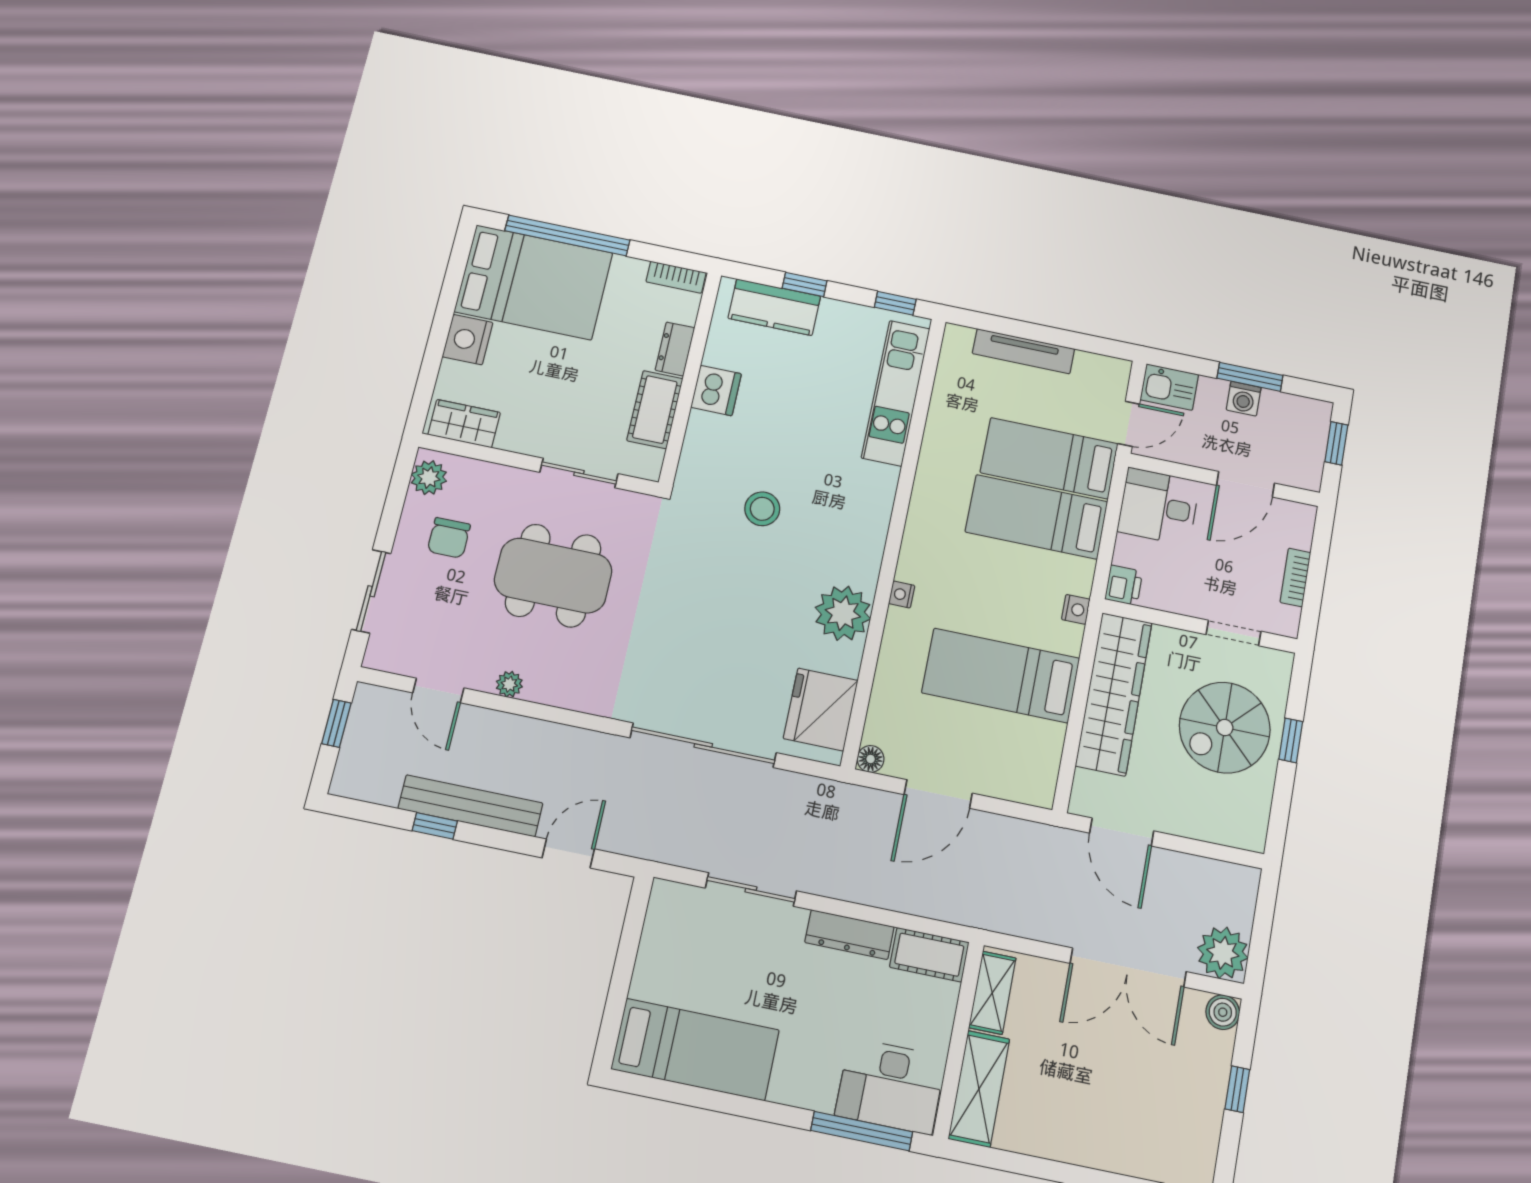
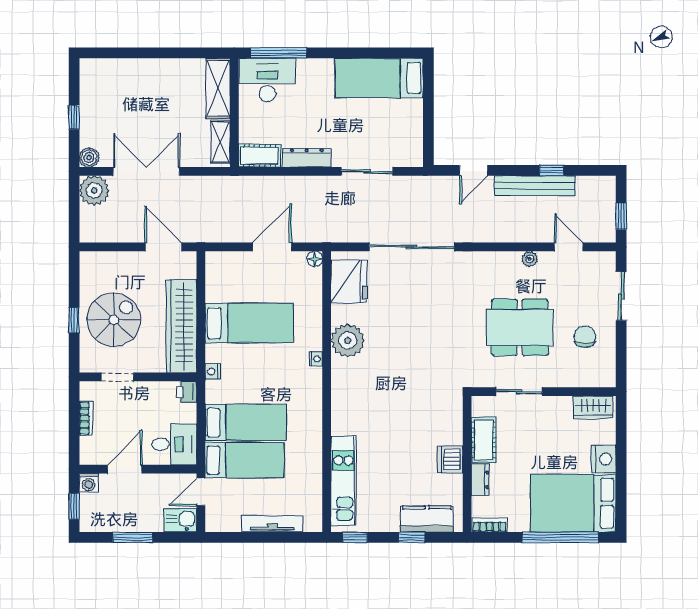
washing machine: (1244, 399) -> (89, 483), moved, turned 180
plant: (429, 478) -> (605, 370), removed
stool: (762, 509) -> (408, 393), removed

